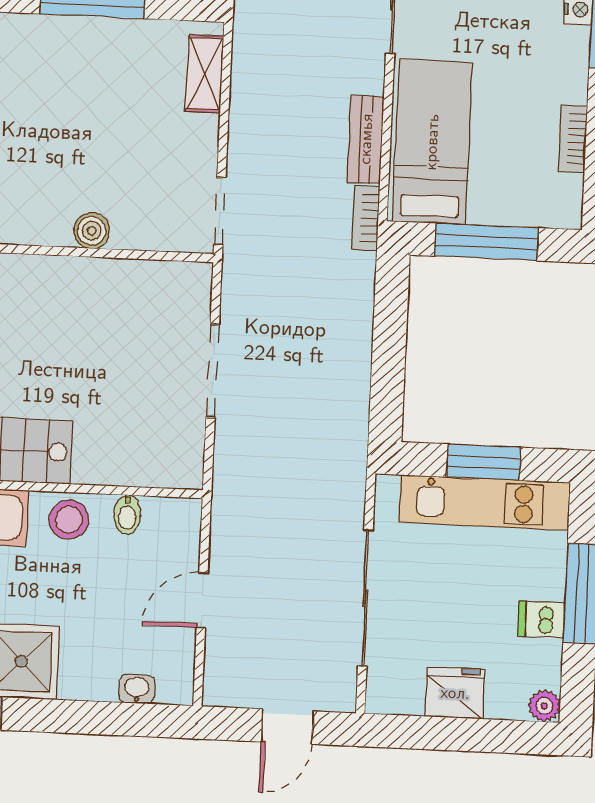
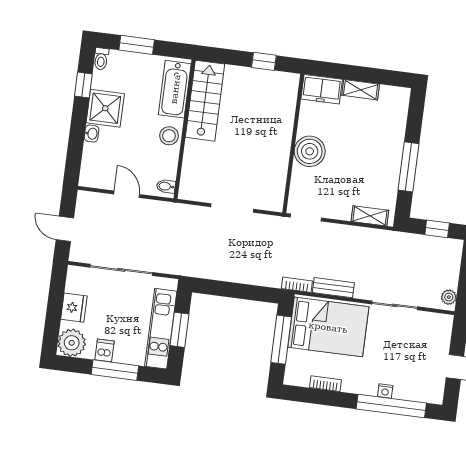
bed: (432, 142) -> (328, 327), width x1.50
boiler: (92, 231) -> (310, 151), width x1.86, depth x1.86
bidet: (127, 515) -> (166, 186), moved
washbasin: (137, 689) -> (92, 134), moved
plant: (544, 706) -> (72, 343), width x1.88, depth x1.88

